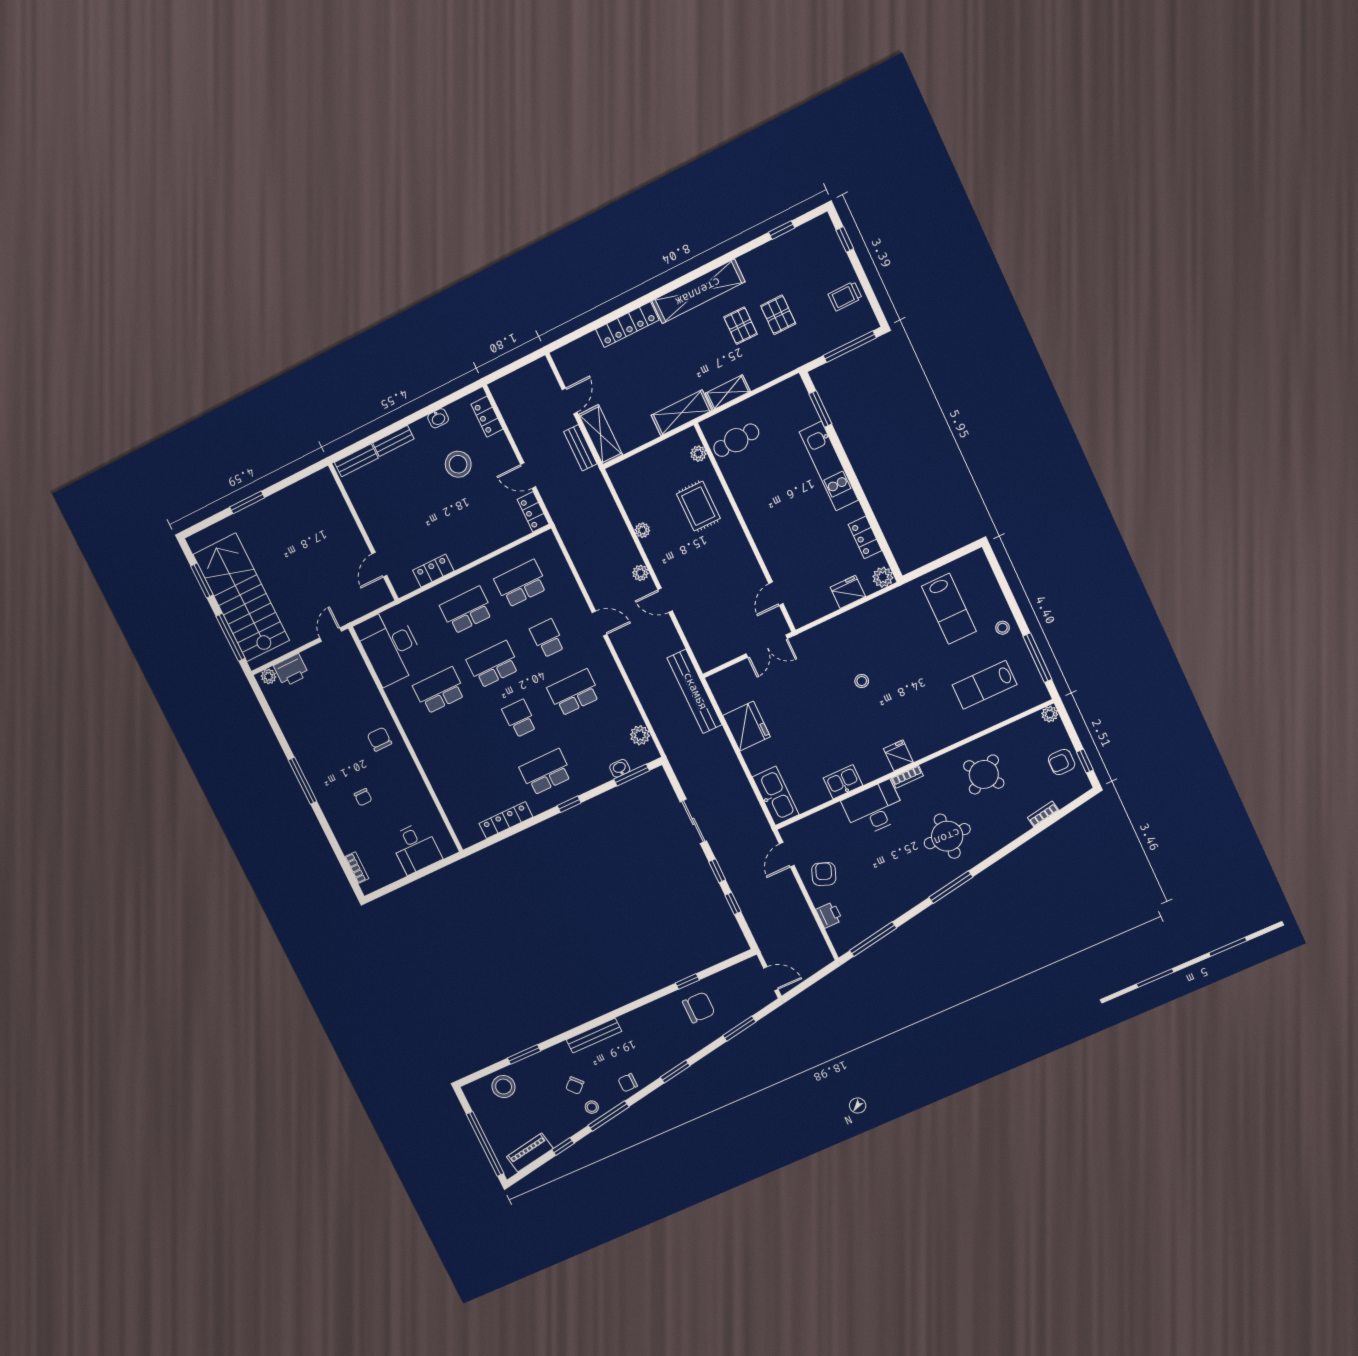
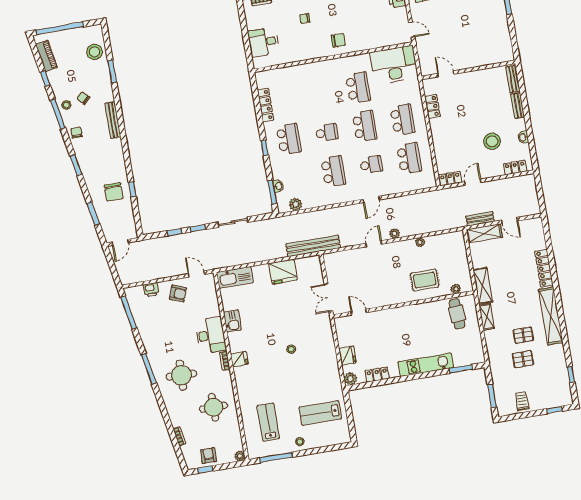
window: (850, 347) -> (492, 396), width x0.69
round table: (984, 774) -> (214, 407), turned 34

